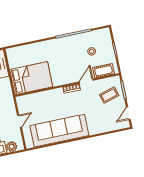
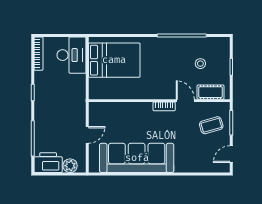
bed: (31, 78) -> (114, 60), moved
door: (86, 81) -> (185, 101), hinge flipped

